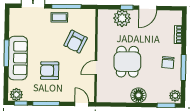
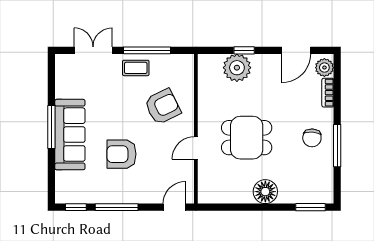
door: (148, 8) -> (296, 50), moved
armchair: (76, 42) -> (163, 107), turned -142
dining table: (127, 62) -> (247, 138), turned 90
plant: (16, 95) -> (69, 193), removed
plant: (175, 96) -> (324, 68), moved
door: (82, 104) -> (174, 207), hinge flipped

